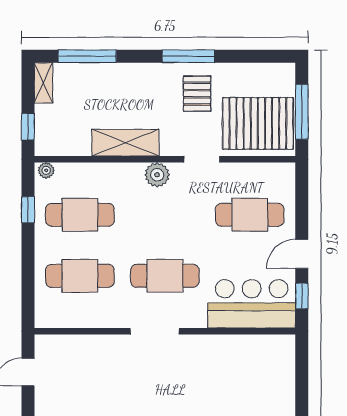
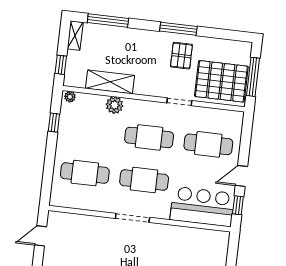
shelving: (125, 143) -> (110, 82), moved
plant: (157, 175) -> (115, 105), moved
cafe table: (80, 215) -> (149, 137), moved

